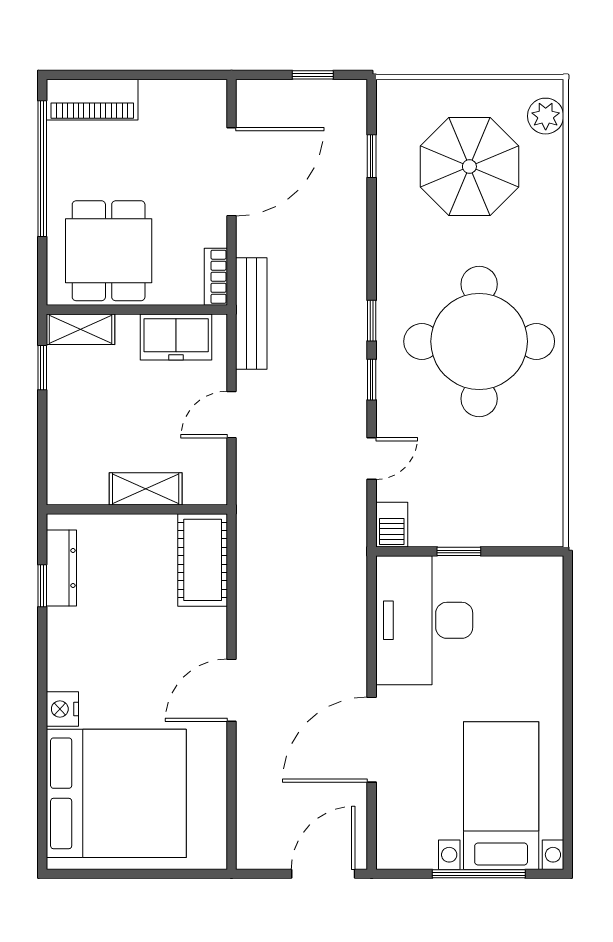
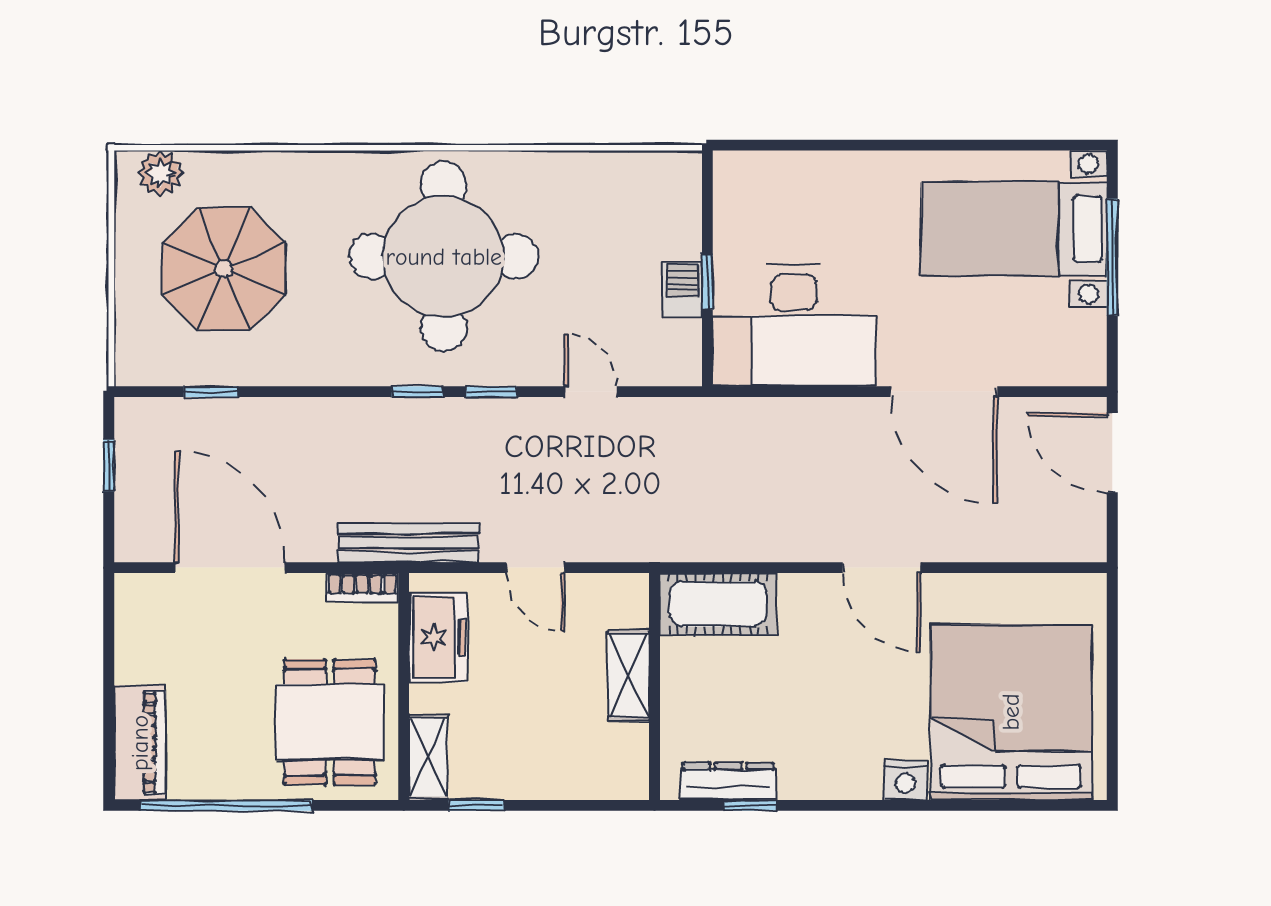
dining table: (109, 251) -> (330, 722), turned 90
barbecue: (392, 525) -> (682, 289), moved, turned -90

